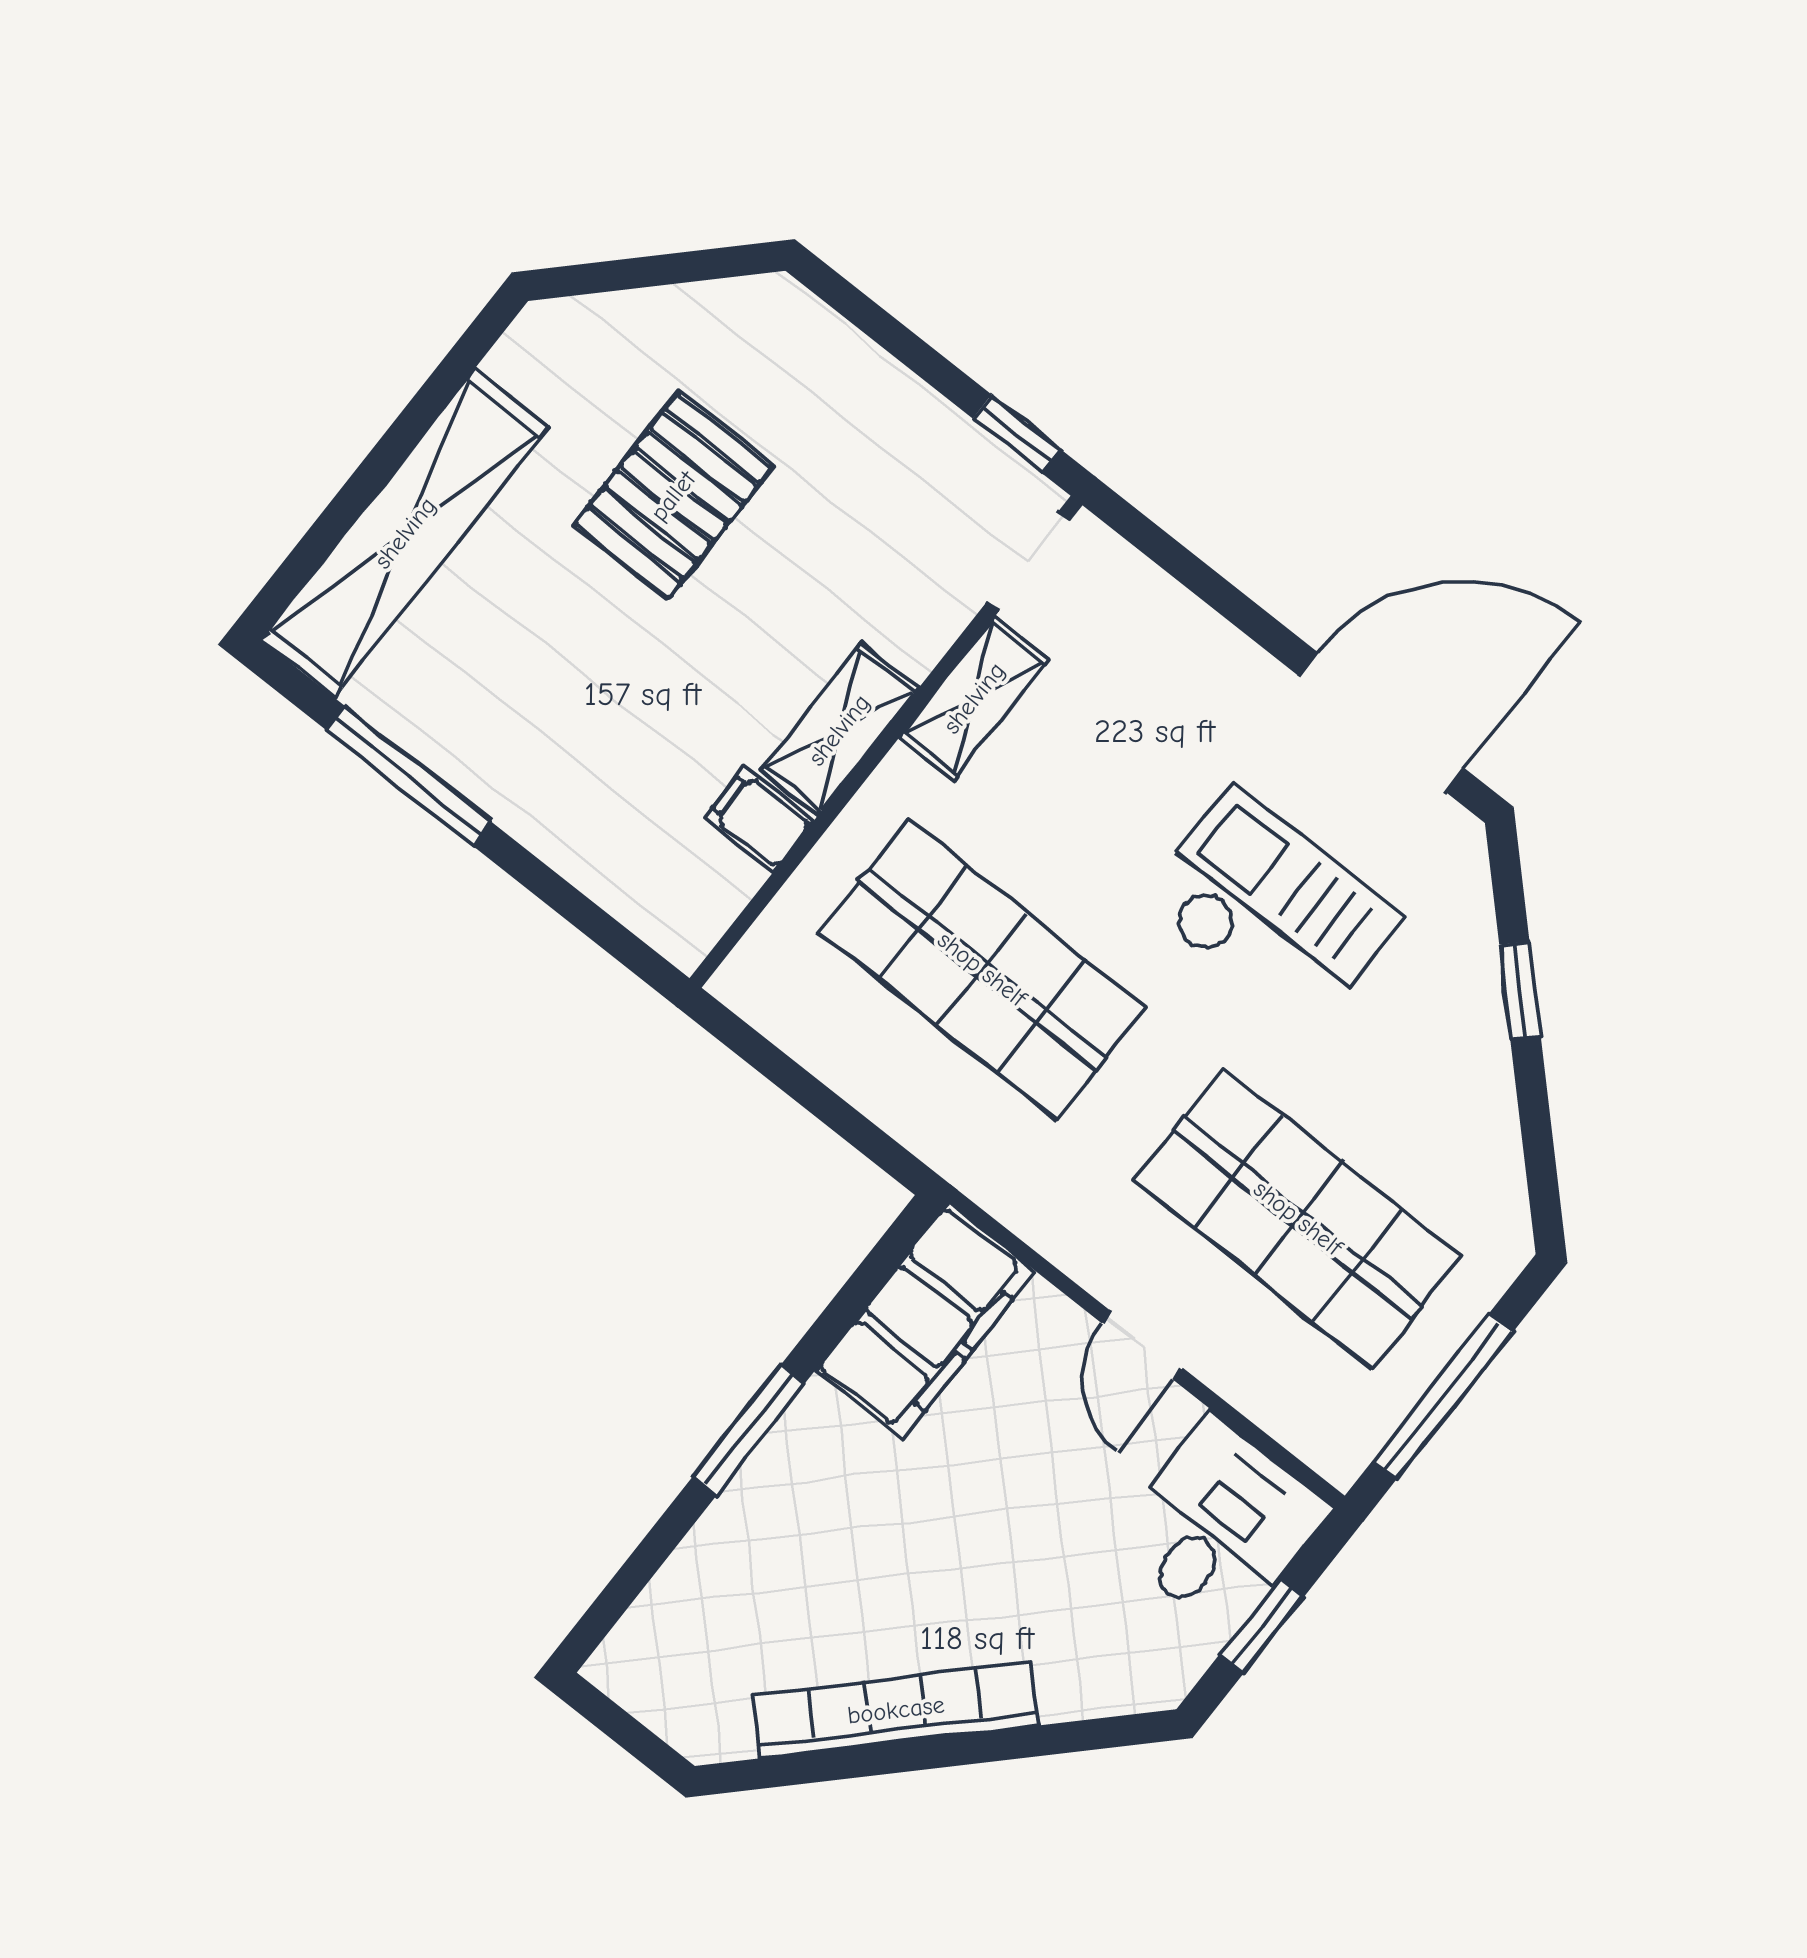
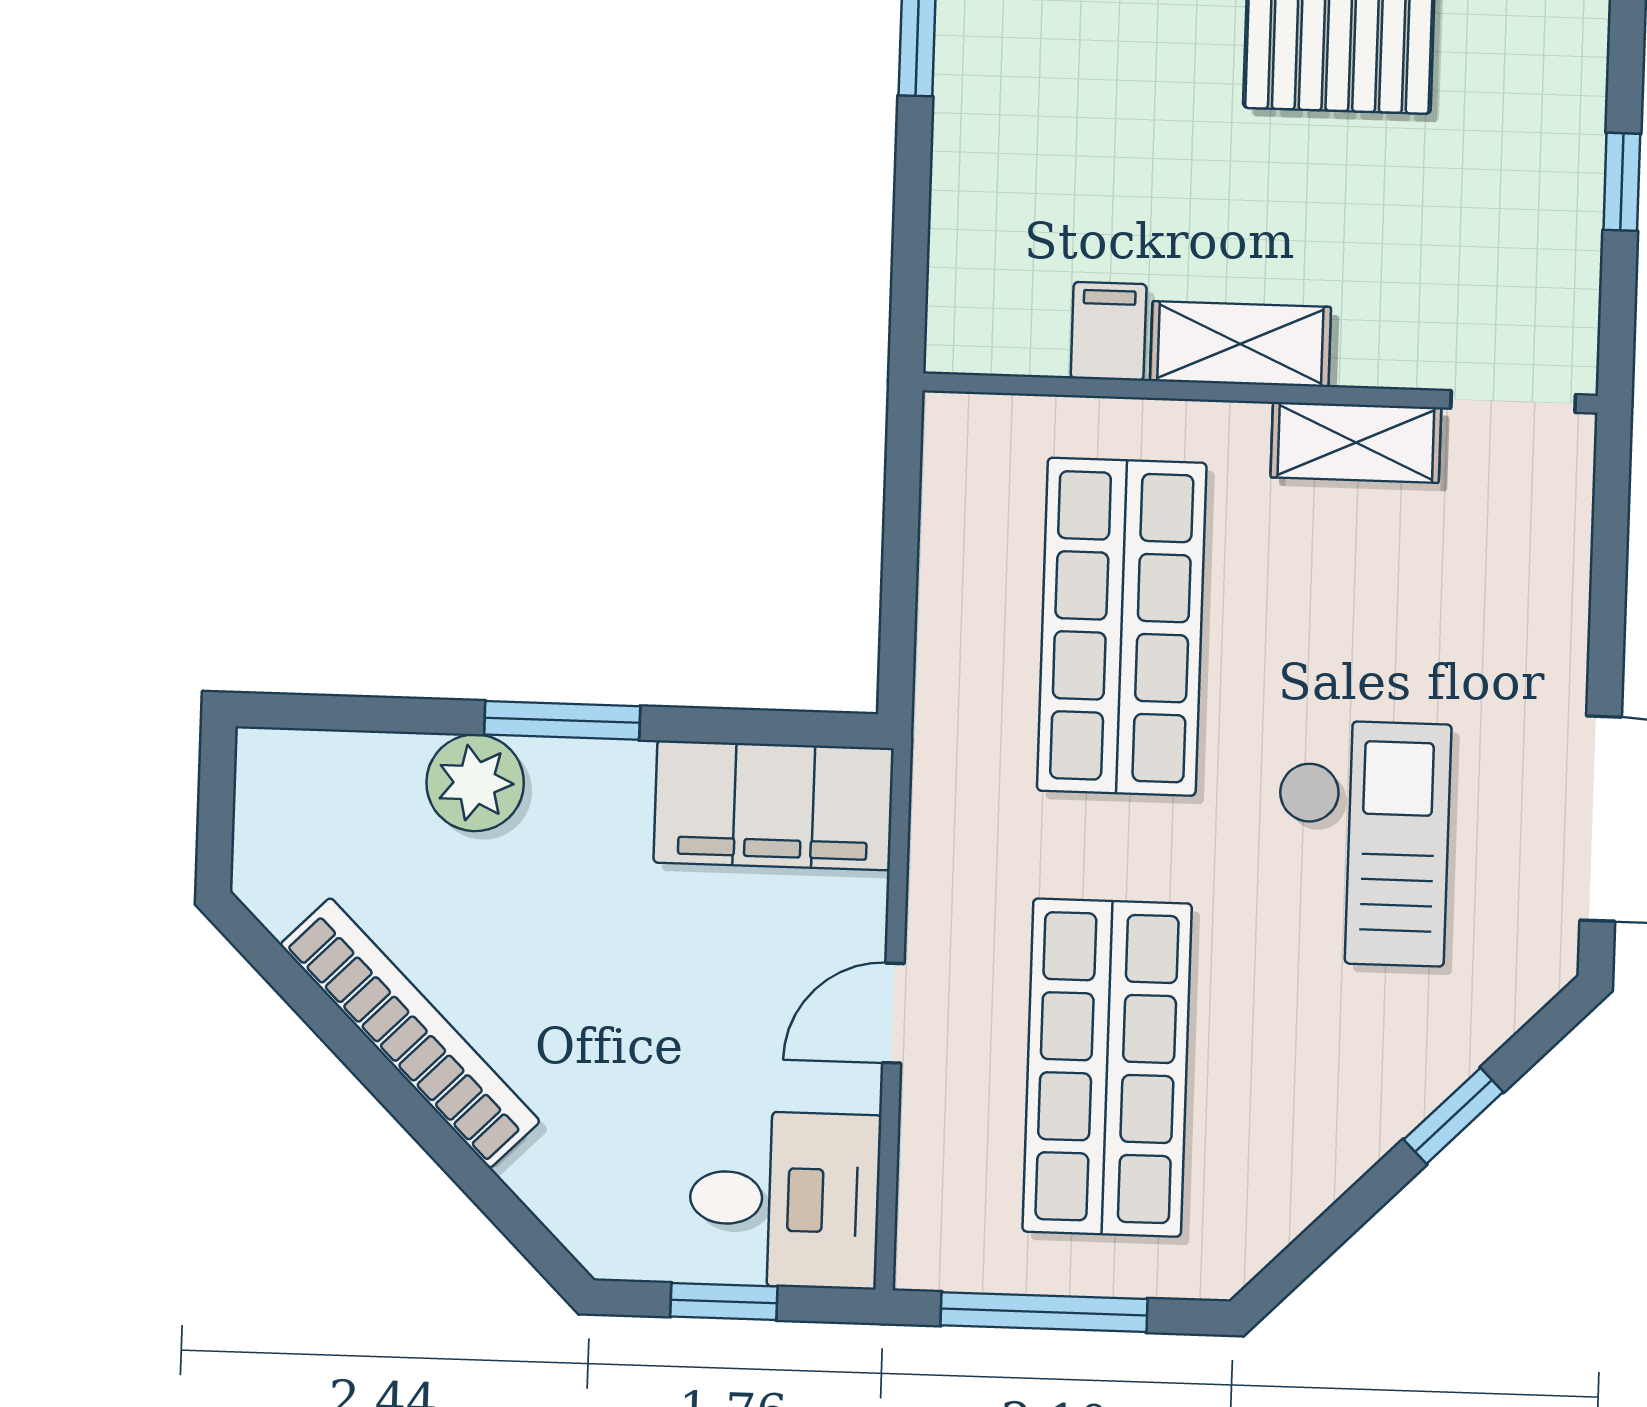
window: (1017, 434) -> (1622, 182), moved
plant: (747, 1527) -> (475, 783), added

